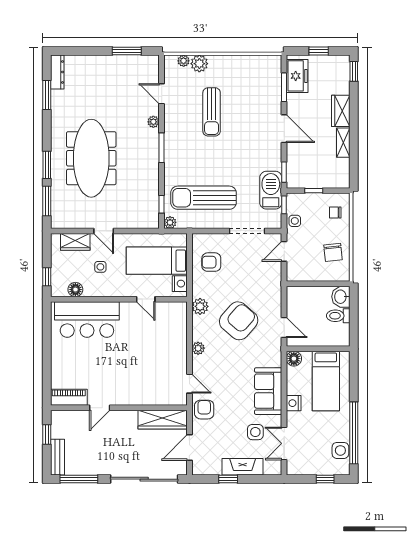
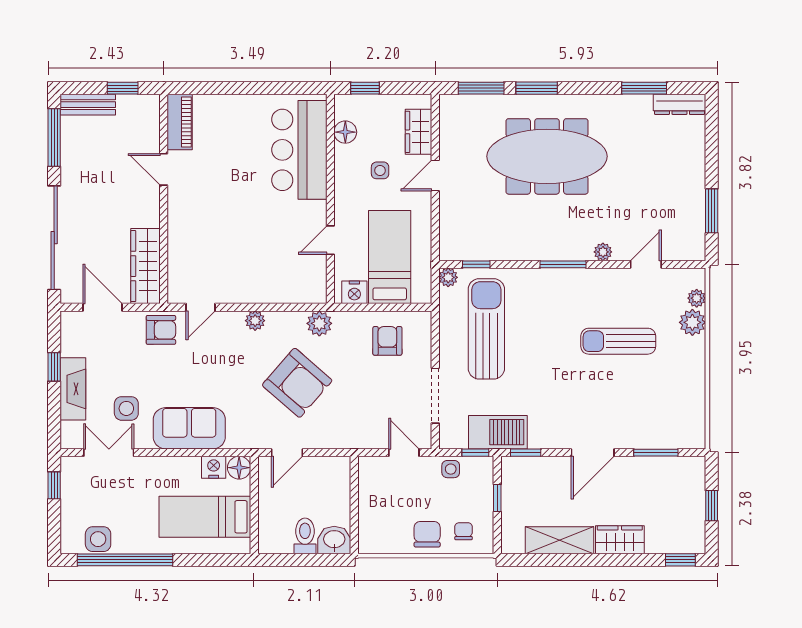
freezer: (297, 76) -> (673, 473), removed
shelving: (343, 143) -> (560, 540), width x1.50, depth x1.33
chair: (333, 252) -> (427, 534), moved, turned 96
nightstand: (294, 403) -> (214, 467), moved
window: (325, 479) -> (54, 485), moved

